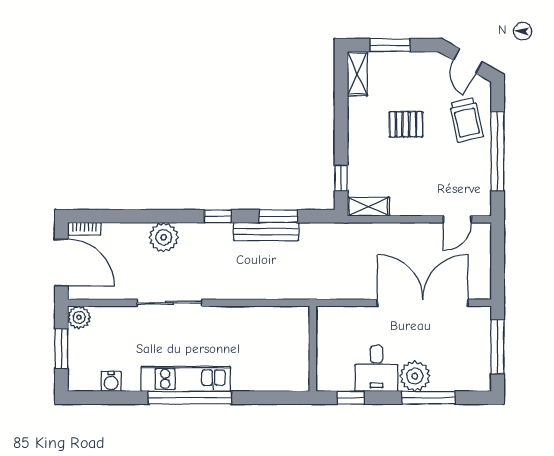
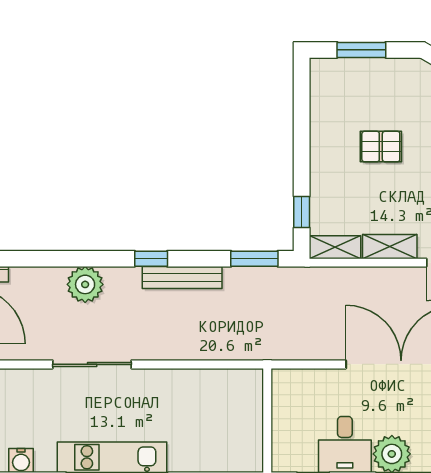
shelving: (357, 74) -> (390, 247), moved, turned 90
window: (278, 216) -> (254, 259), moved
bench: (266, 232) -> (182, 278), moved

